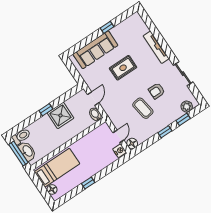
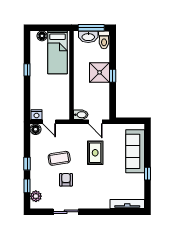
tv unit: (156, 47) -> (127, 204), moved
rug: (123, 68) -> (95, 153), moved
shower: (60, 115) -> (100, 72), moved

